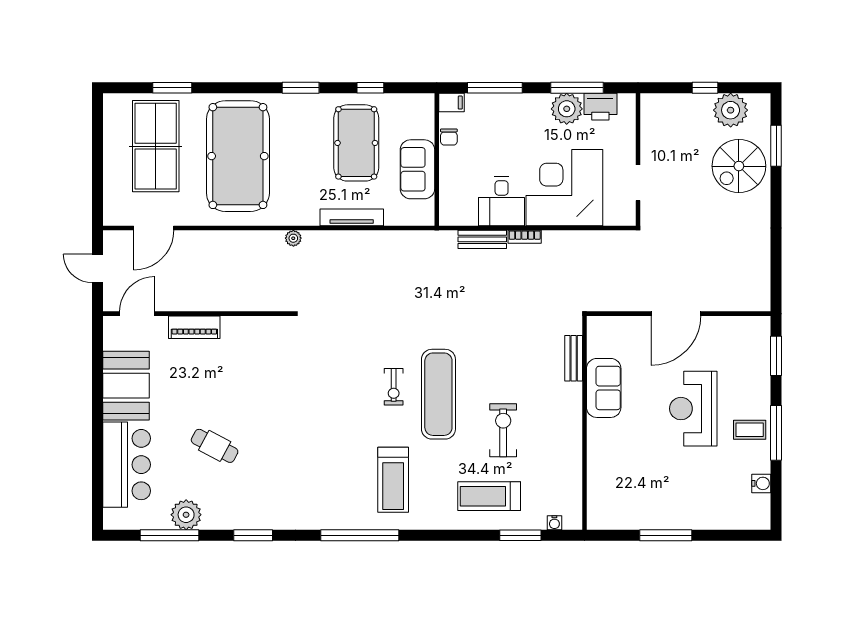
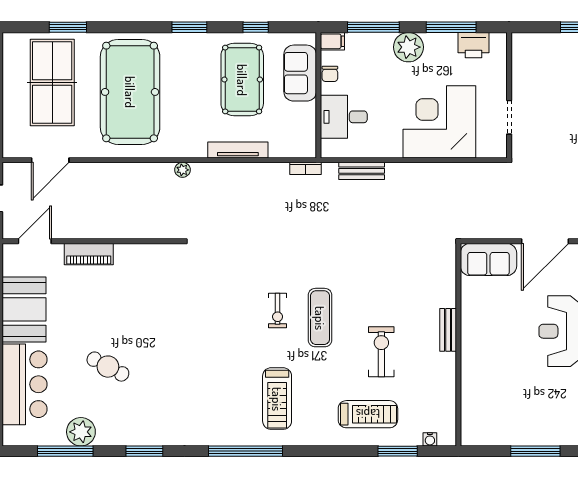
plant: (567, 109) -> (408, 47), moved
sofa: (417, 169) -> (300, 73), moved
desk: (502, 201) -> (344, 117), moved, turned 90
bookcase: (525, 237) -> (305, 168), moved
bench: (574, 358) -> (448, 330), moved
sofa: (604, 388) -> (488, 260), moved, turned 90
exercise mat: (438, 394) -> (320, 318), width x0.73, depth x0.69
treadmill: (489, 496) -> (368, 414), turned 180

